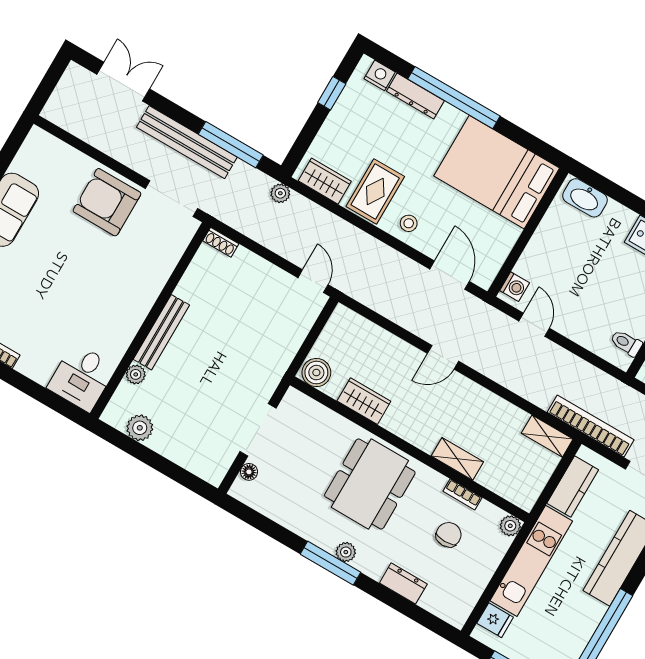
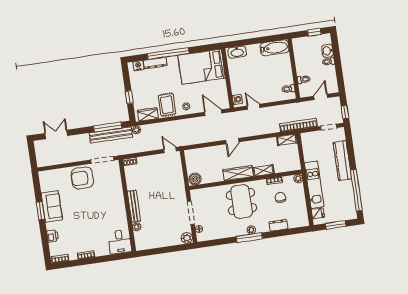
window: (332, 93) -> (129, 97), moved
bench: (187, 142) -> (111, 135), moved
wardrobe: (364, 401) -> (238, 173), moved, width x1.50
plant: (140, 428) -> (187, 238), moved
kitchen counter: (573, 487) -> (308, 150), removed

